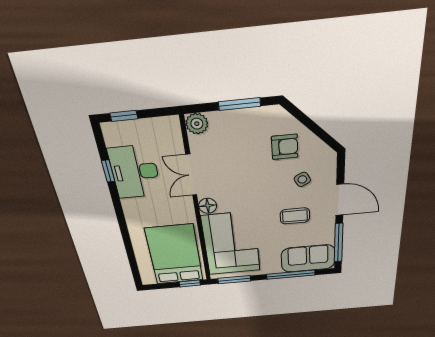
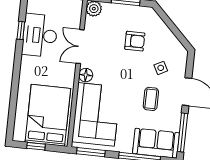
armchair: (285, 147) -> (135, 41), moved
coffee table: (295, 216) -> (151, 99), turned 90
window: (190, 284) -> (36, 146), moved

